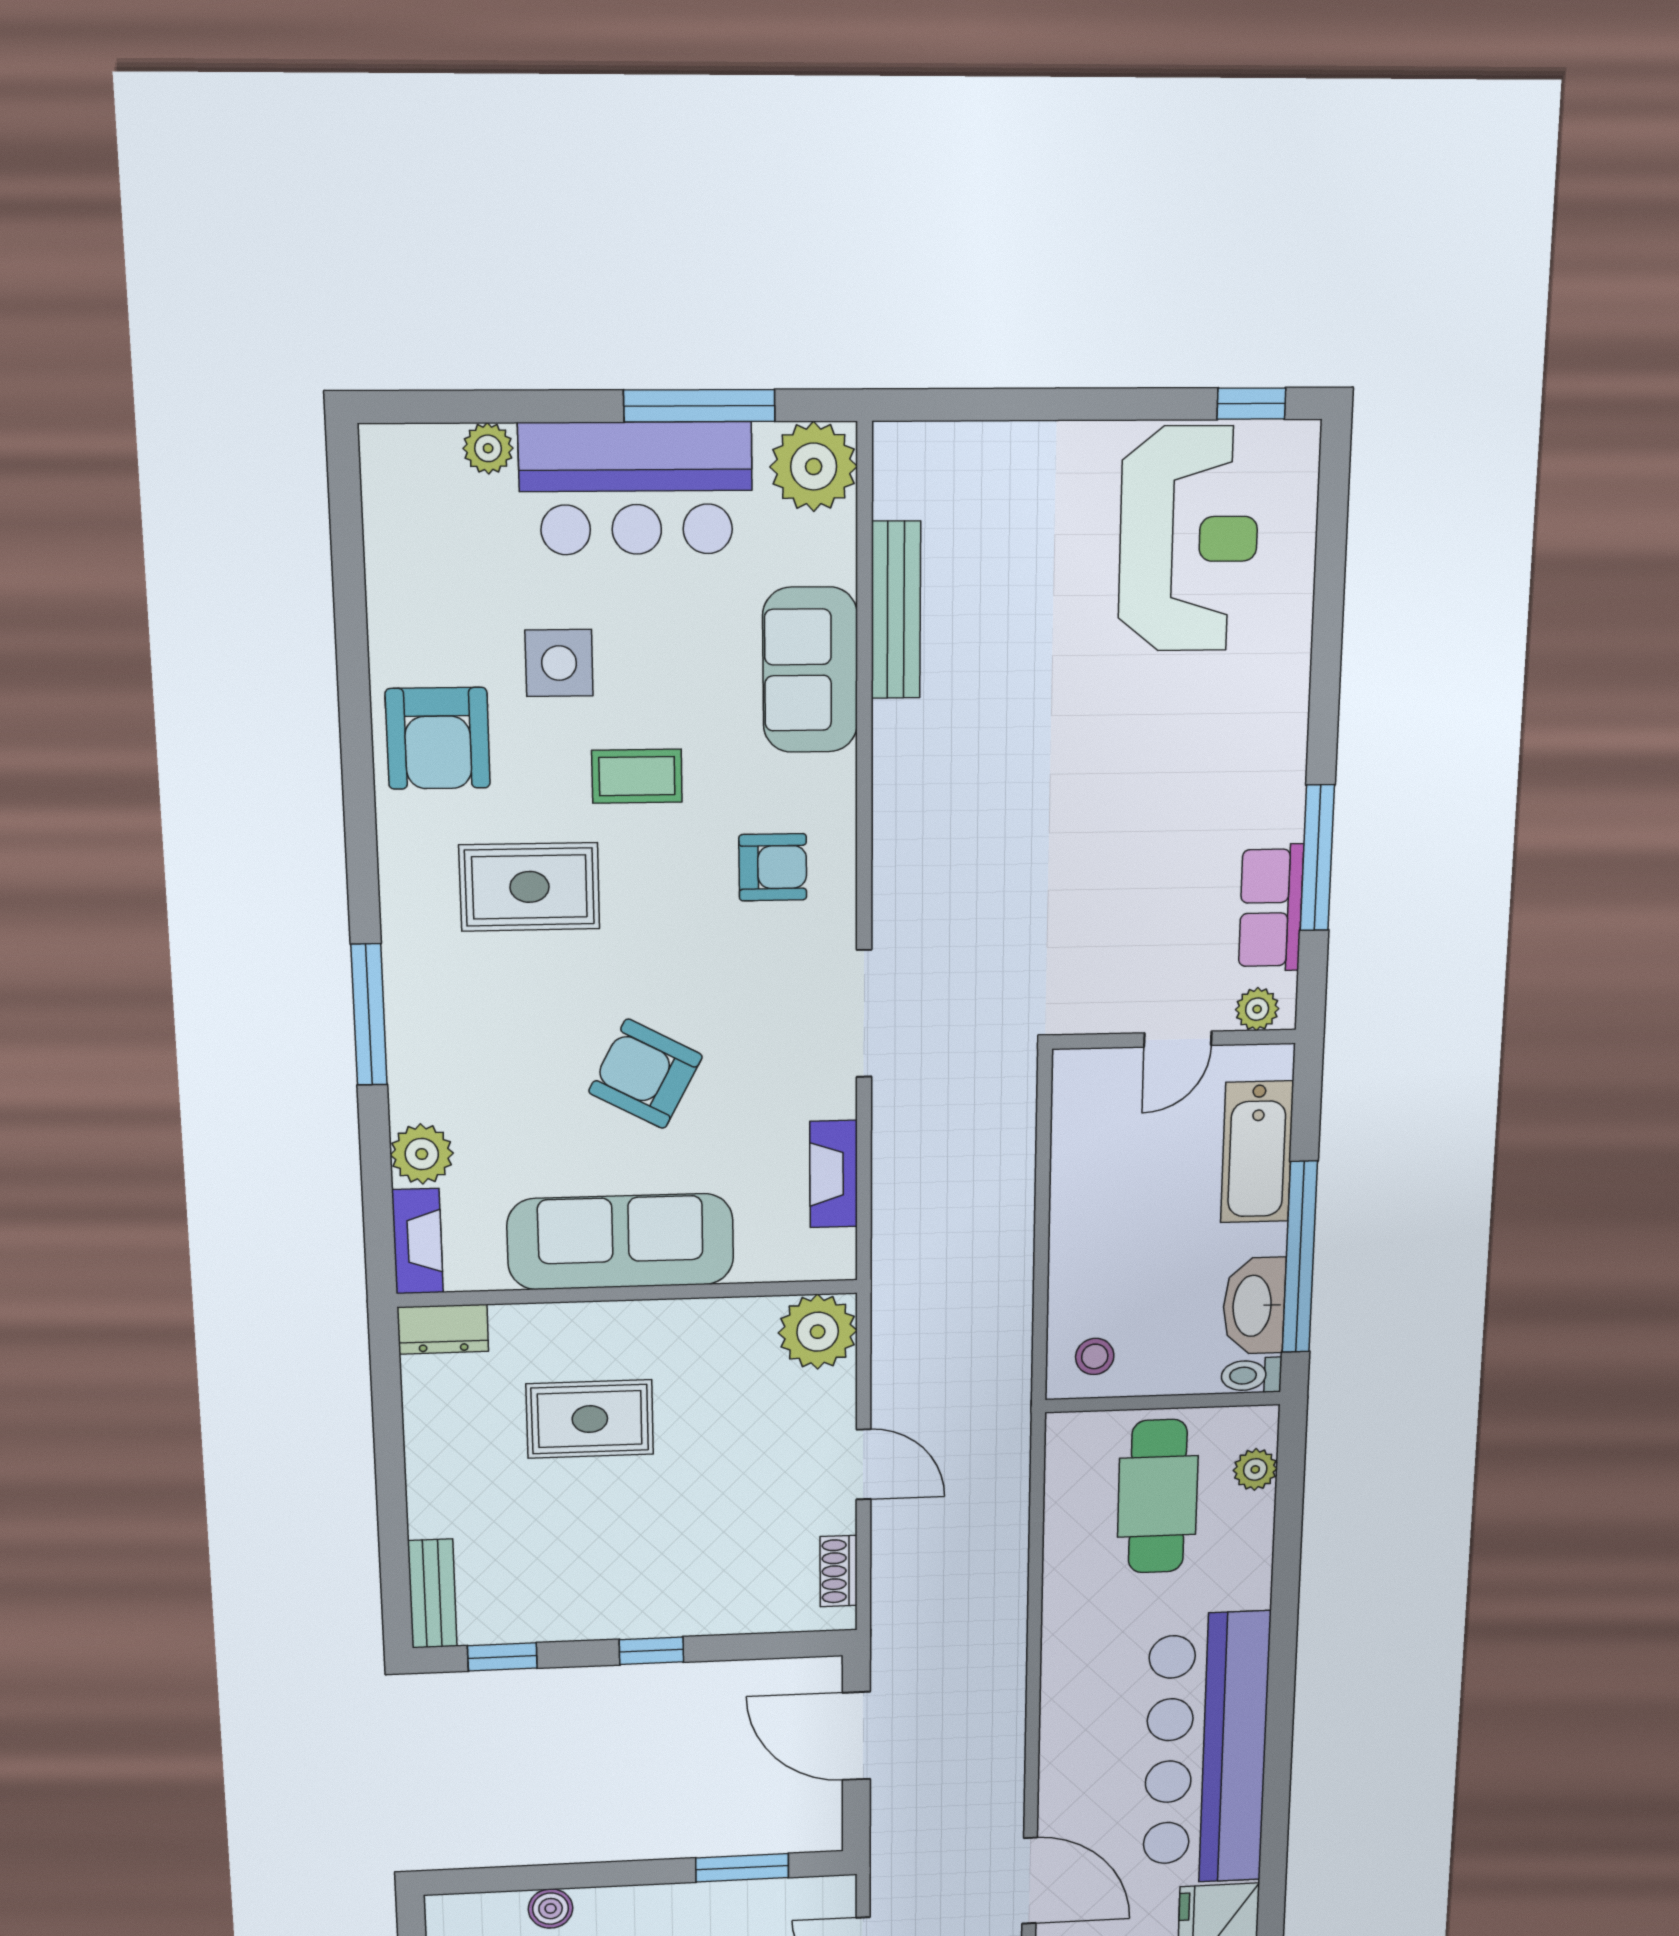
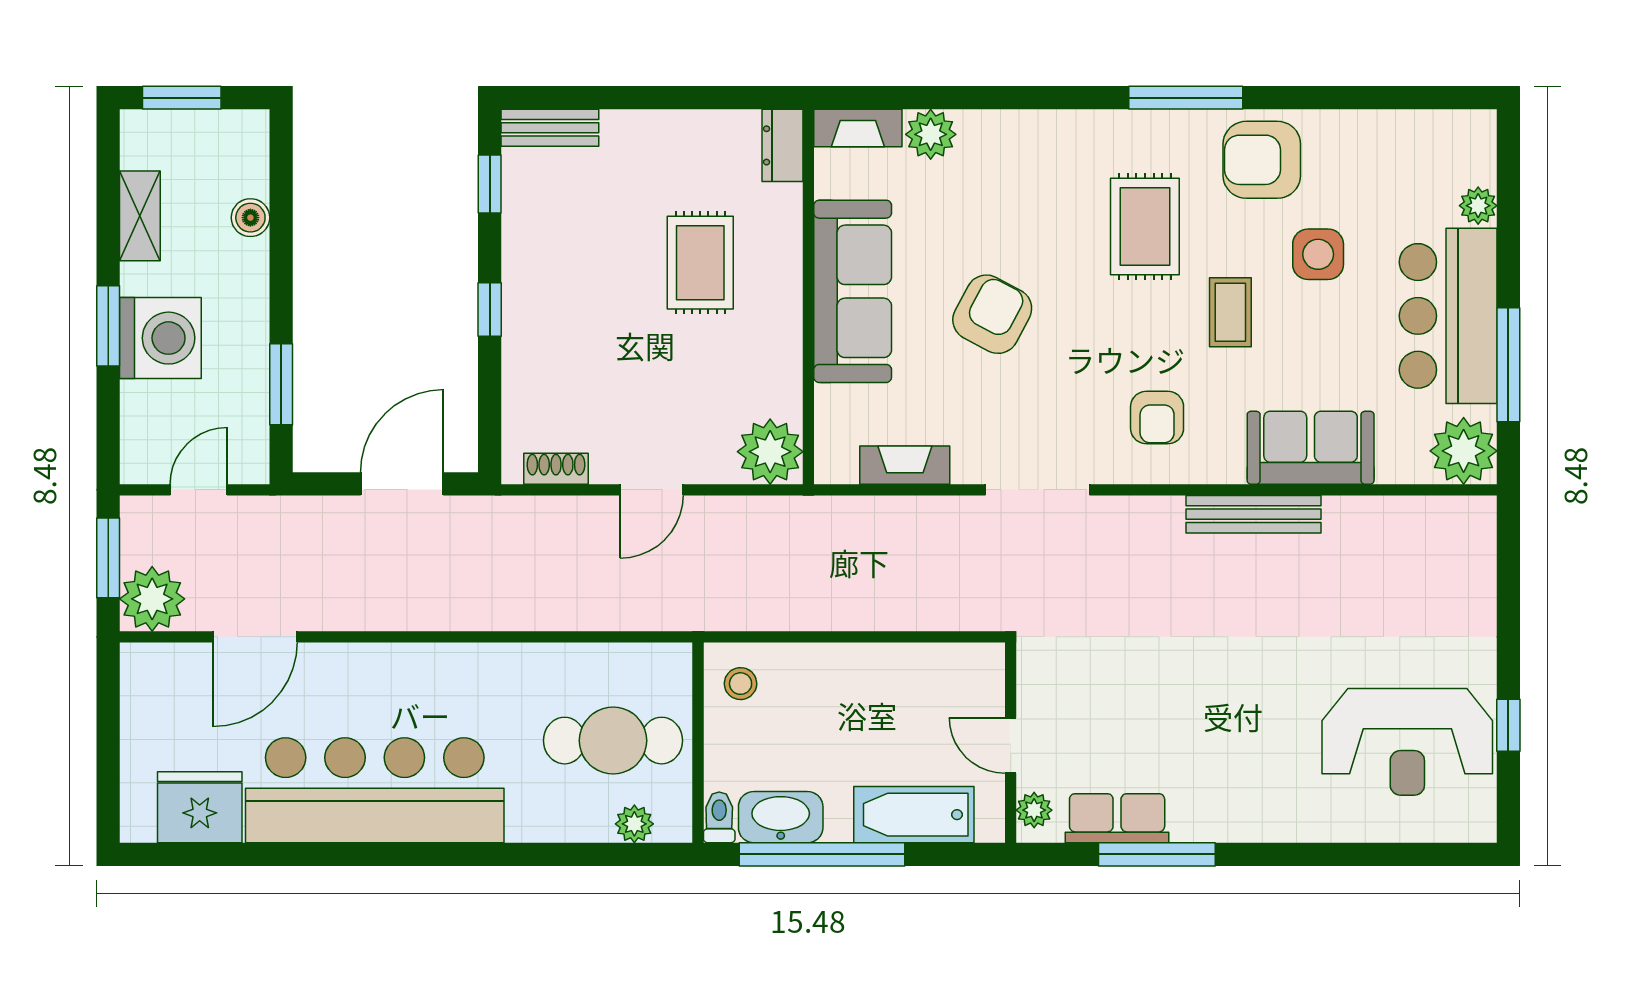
window: (1251, 404) -> (1508, 725), moved
bench: (896, 610) -> (1253, 514), moved
window: (369, 1015) -> (1186, 98), moved

